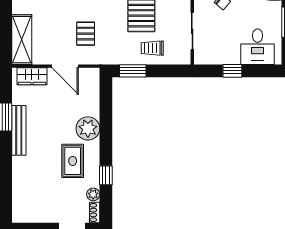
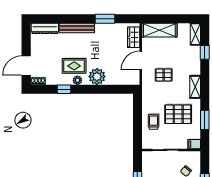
window: (133, 71) -> (137, 108), removed
bench: (19, 130) -> (77, 28), moved
plant: (93, 194) -> (77, 80), moved
dresser: (19, 203) -> (45, 28), added

